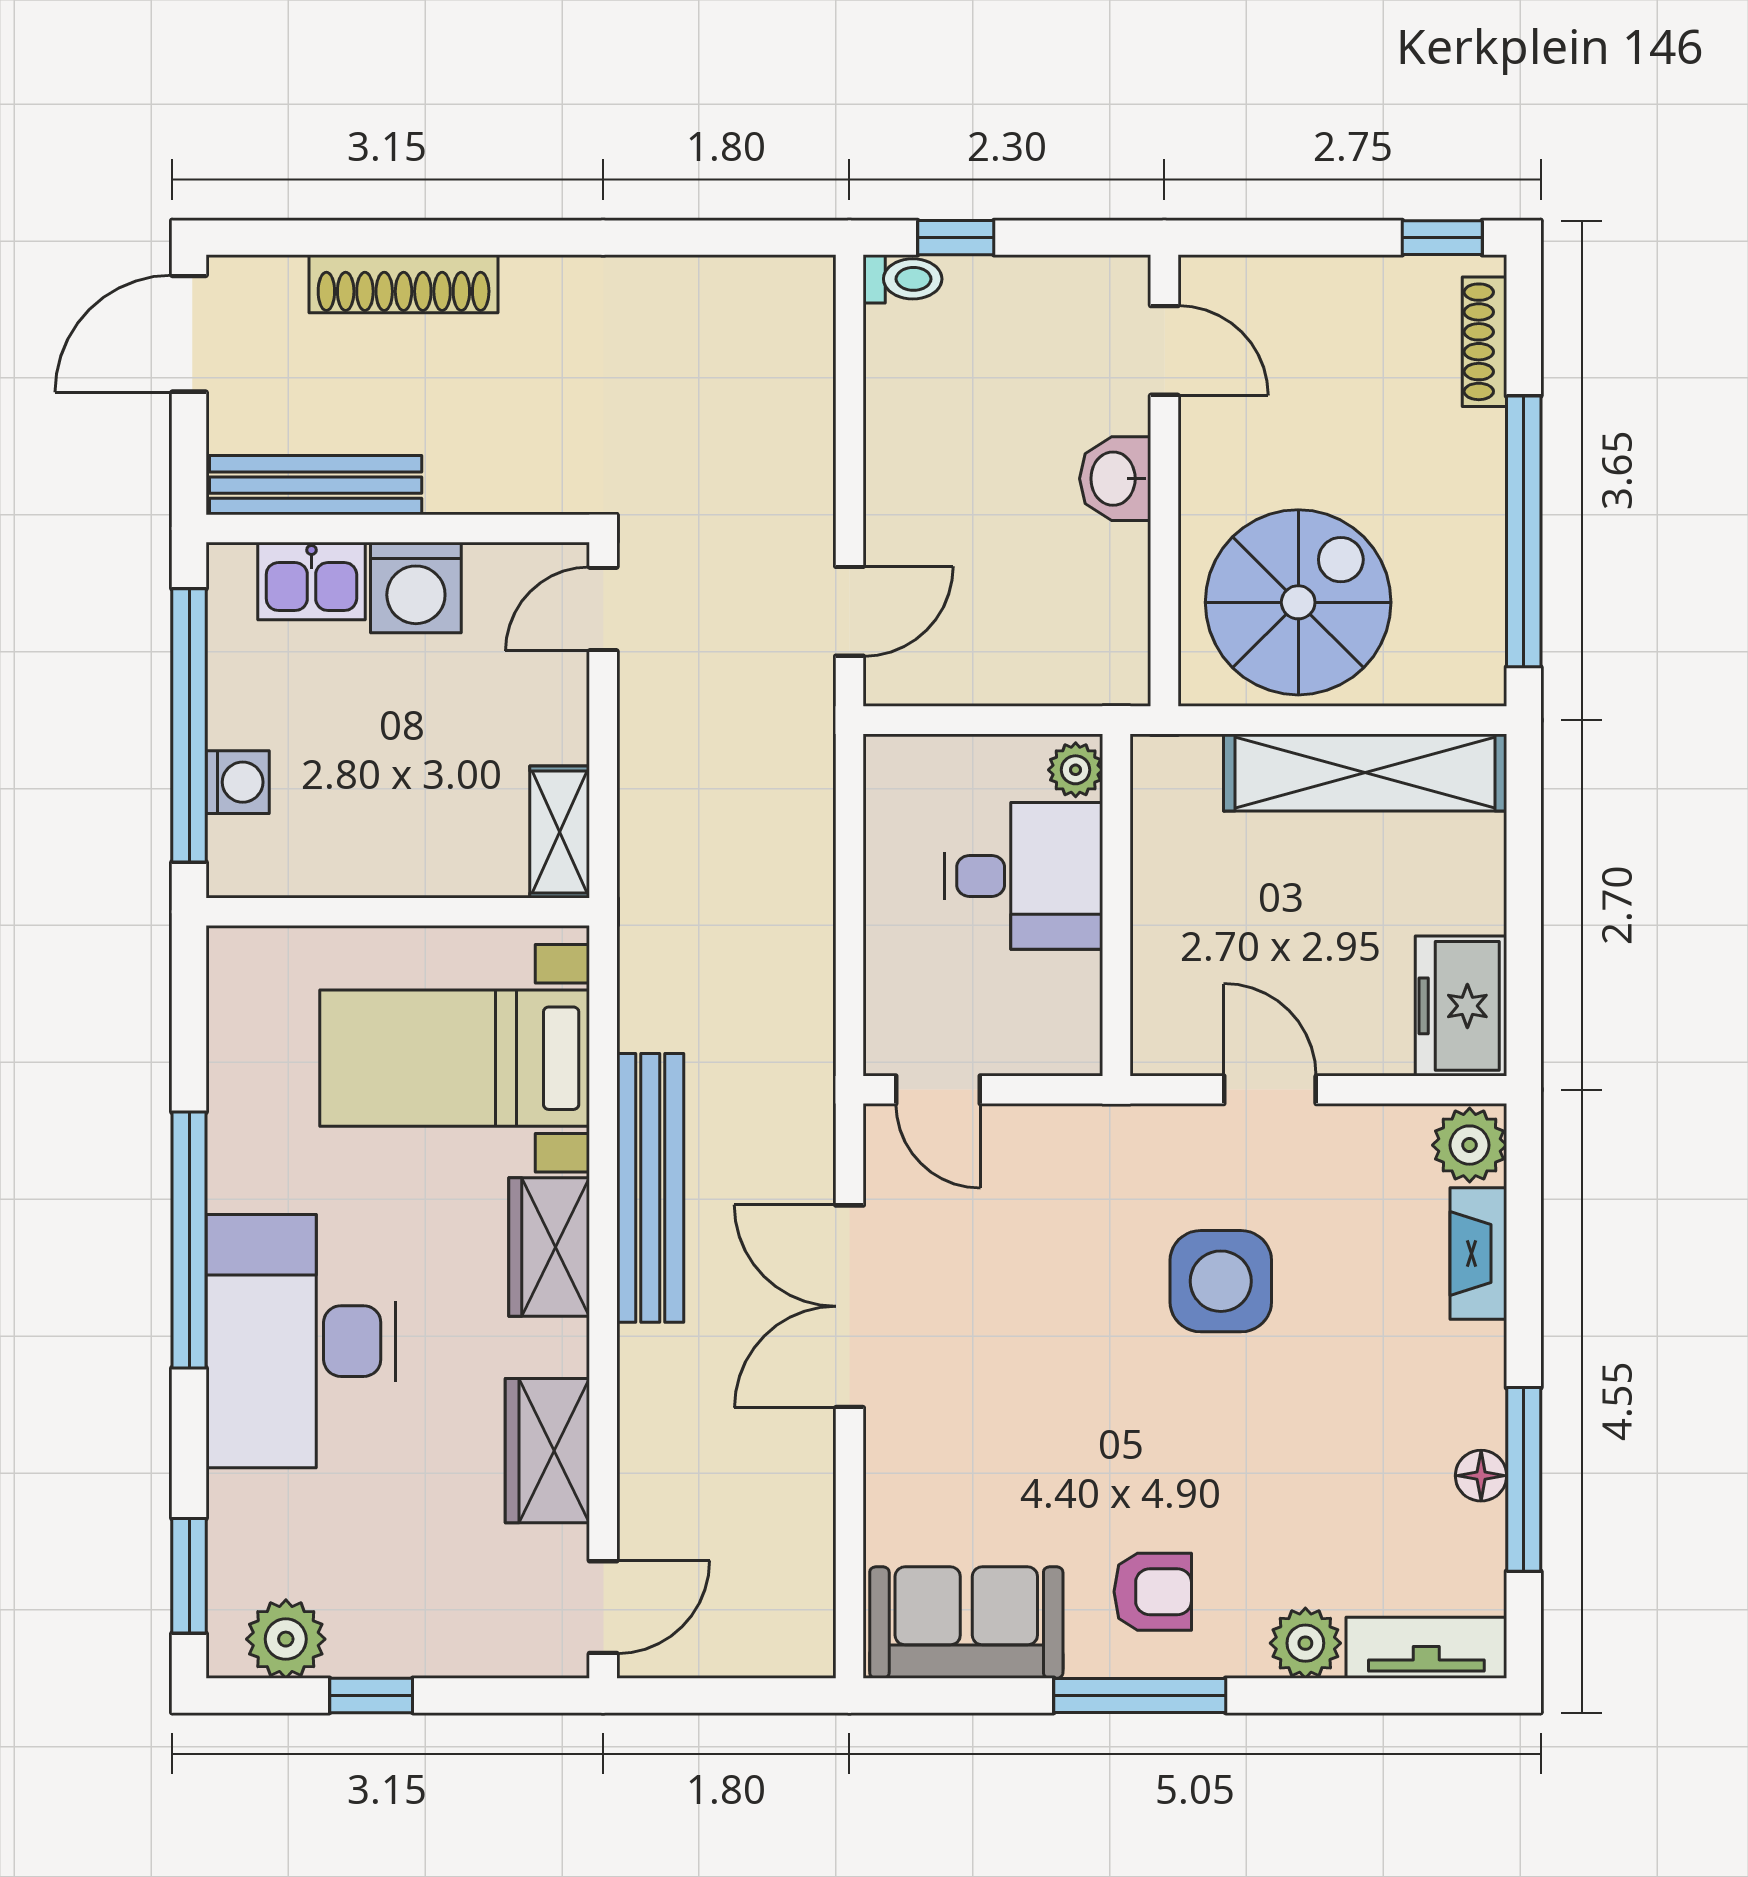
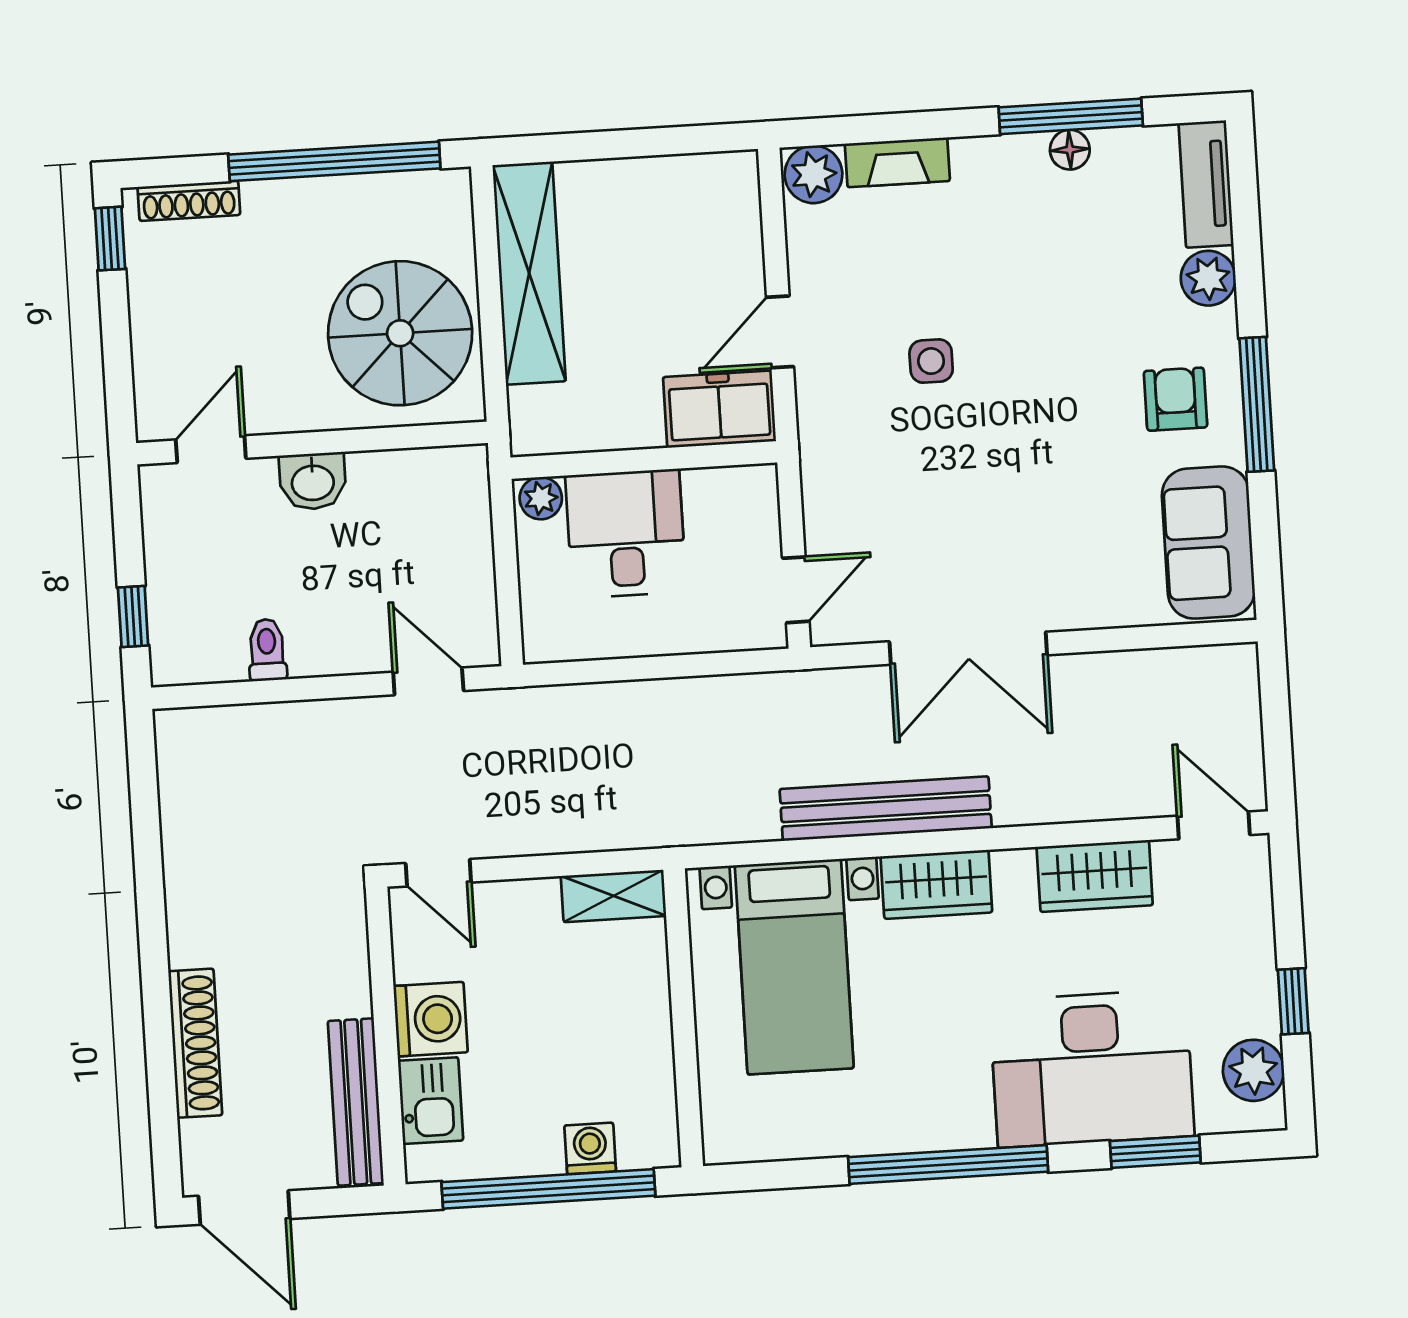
toilet: (902, 279) -> (267, 650), moved
freezer: (1461, 1006) -> (719, 409), moved, turned 180
side table: (1221, 1281) -> (931, 361), width x0.54, depth x0.54
desk: (301, 1341) -> (1092, 1068), moved
window: (189, 1576) -> (1155, 1152), moved

